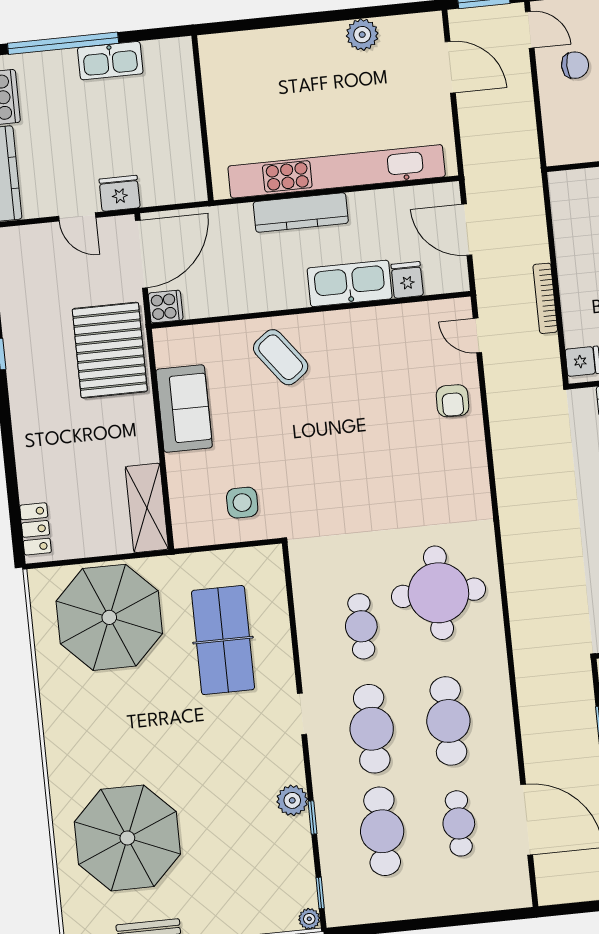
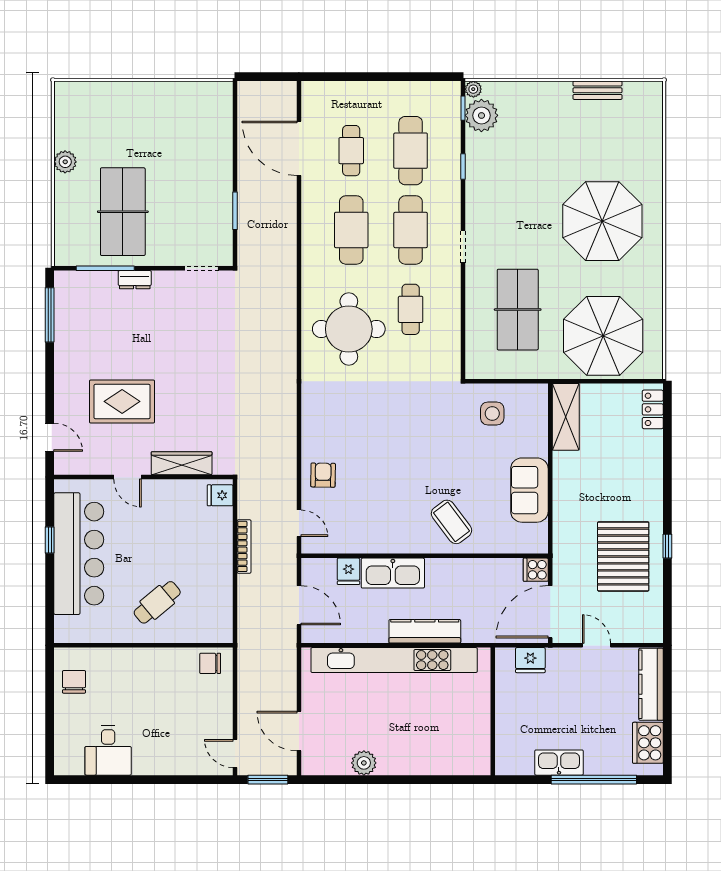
chair: (575, 65) -> (210, 663), moved
fridge: (120, 193) -> (530, 660), moved
pallet: (110, 350) -> (623, 556), moved
plant: (292, 800) -> (481, 115), moved, width x1.36, depth x1.36
parasol: (127, 838) -> (602, 221), moved

